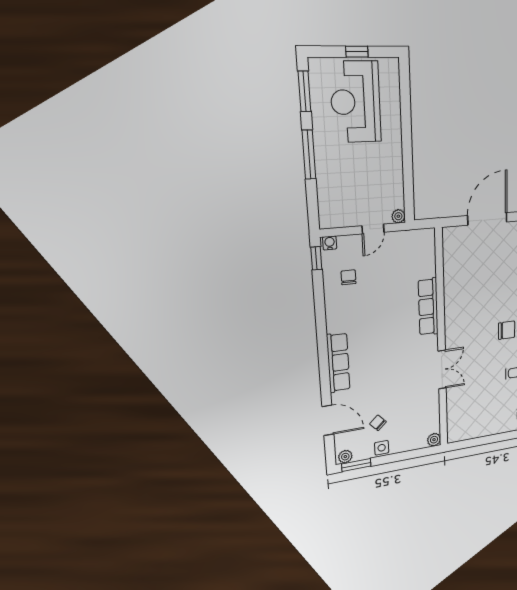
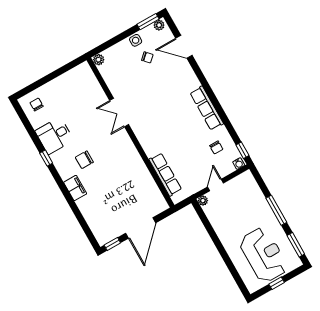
row of seats: (428, 307) -> (165, 174), moved
row of seats: (338, 363) -> (207, 108), moved

